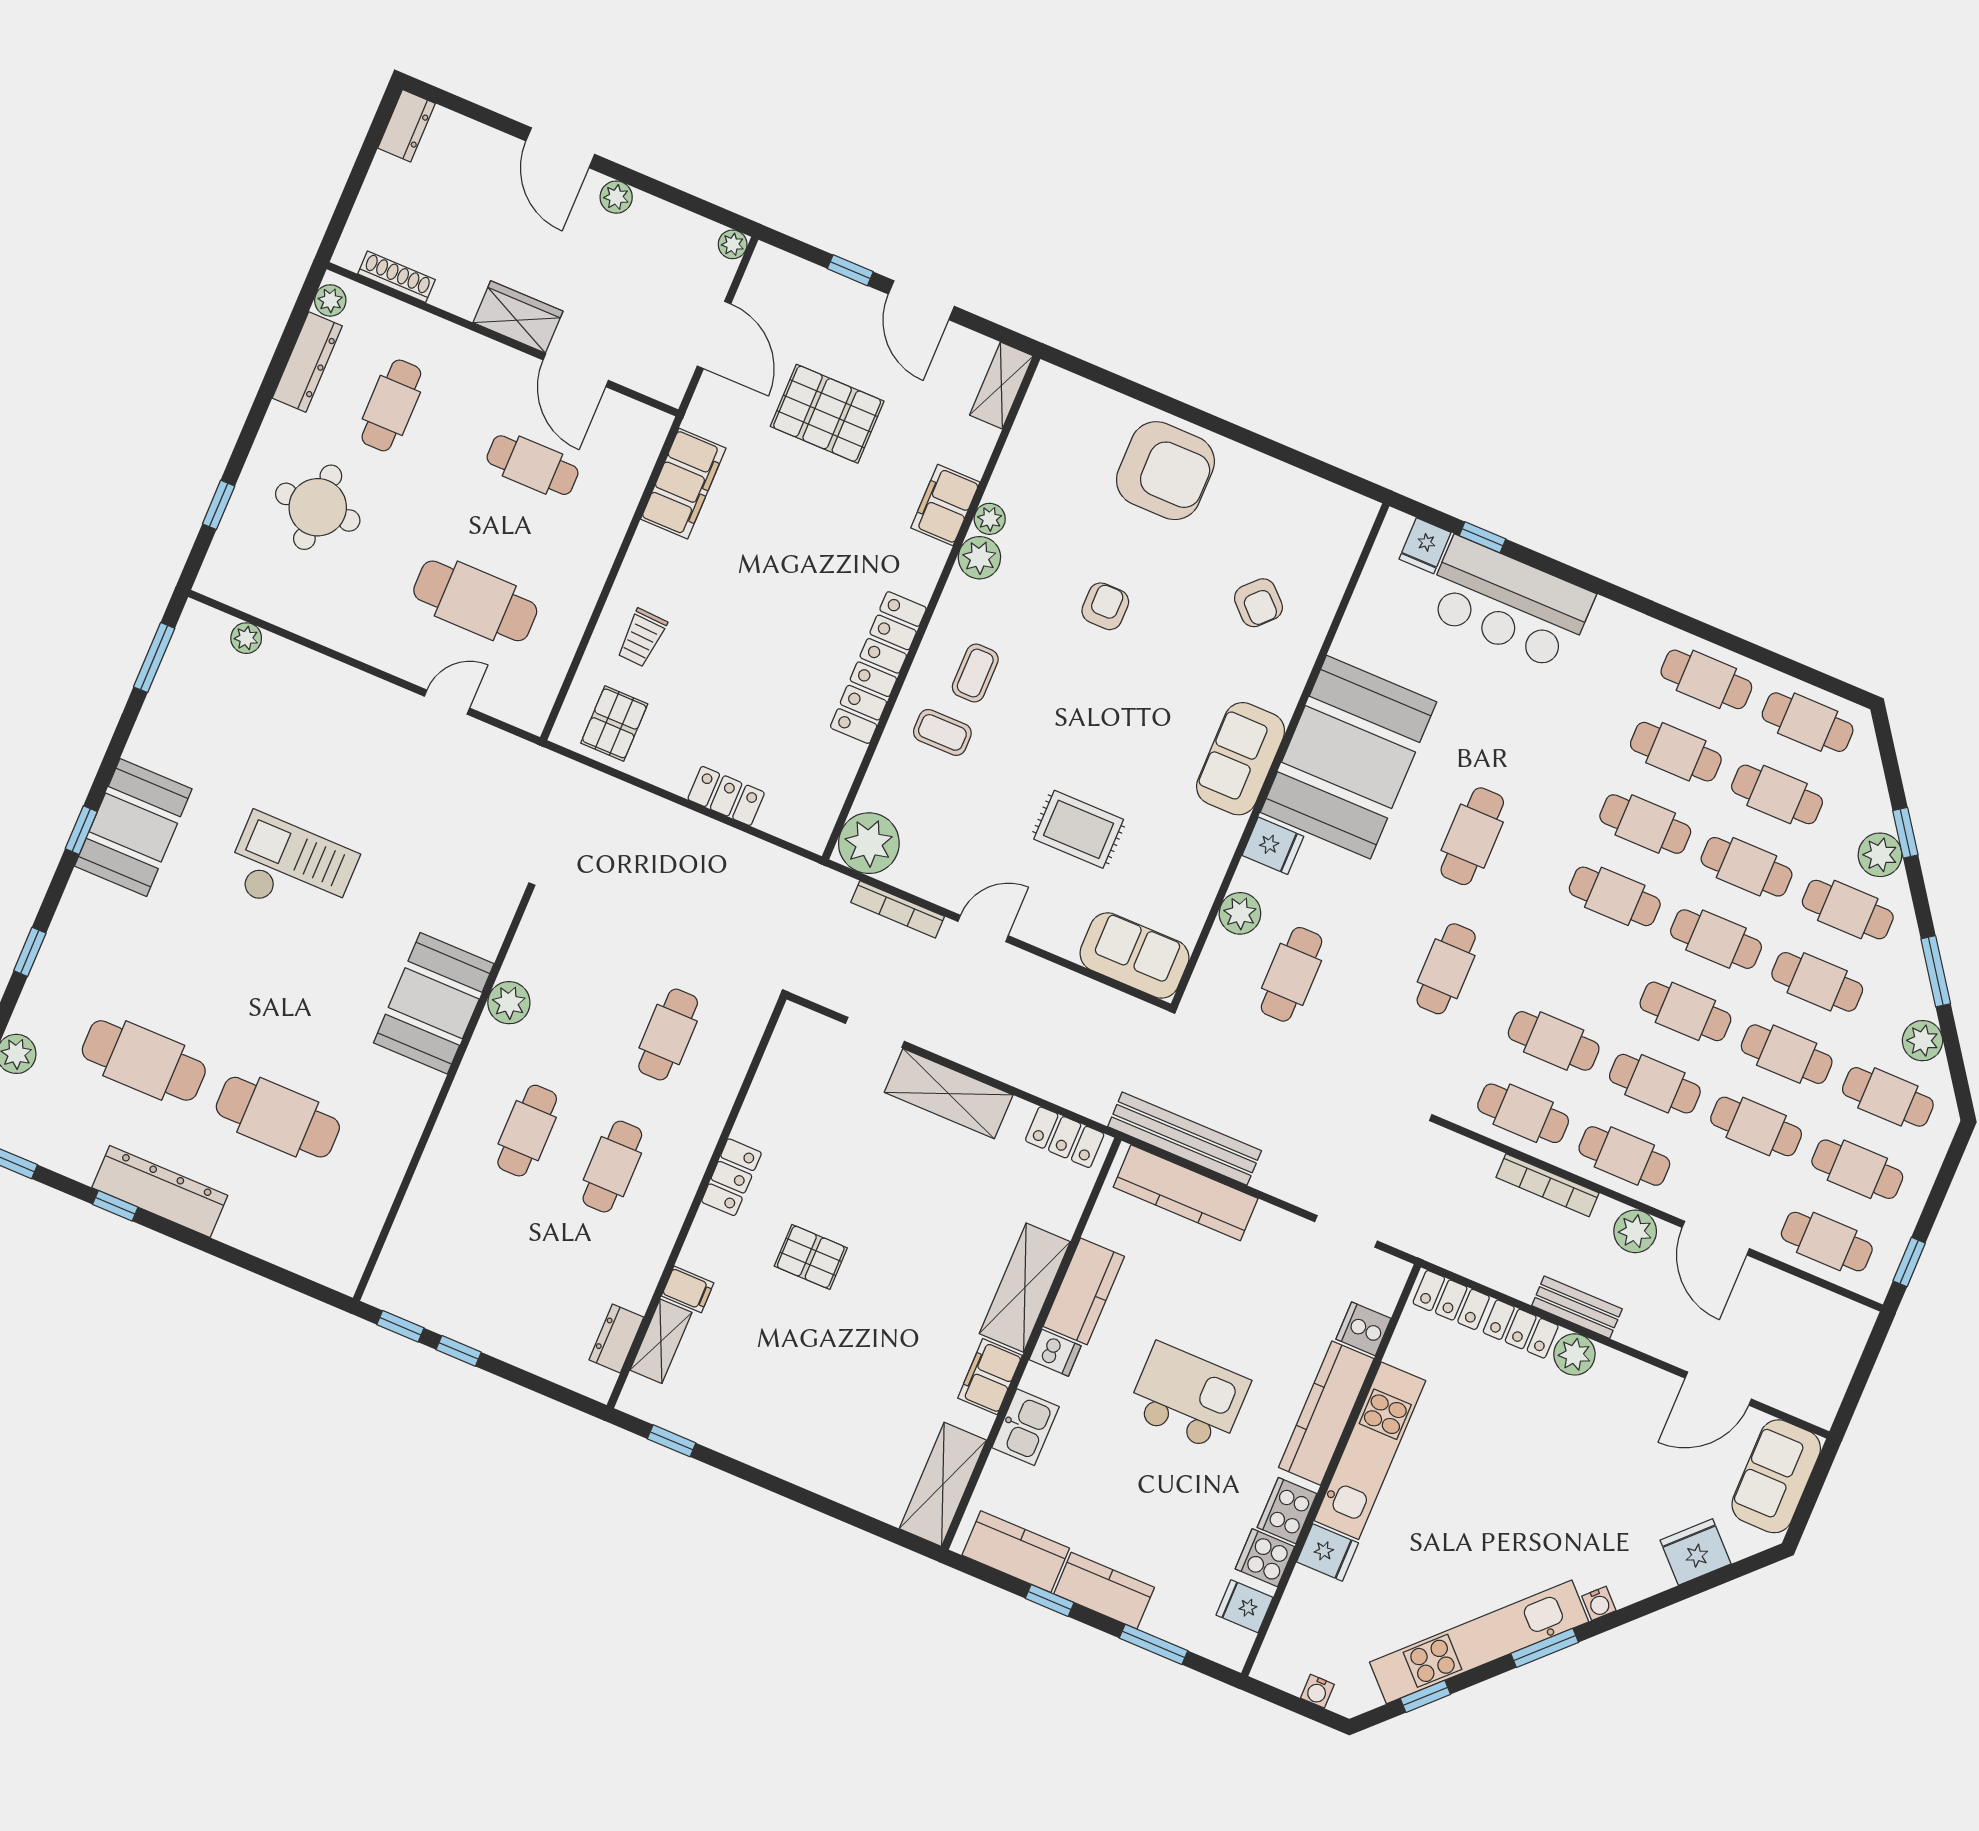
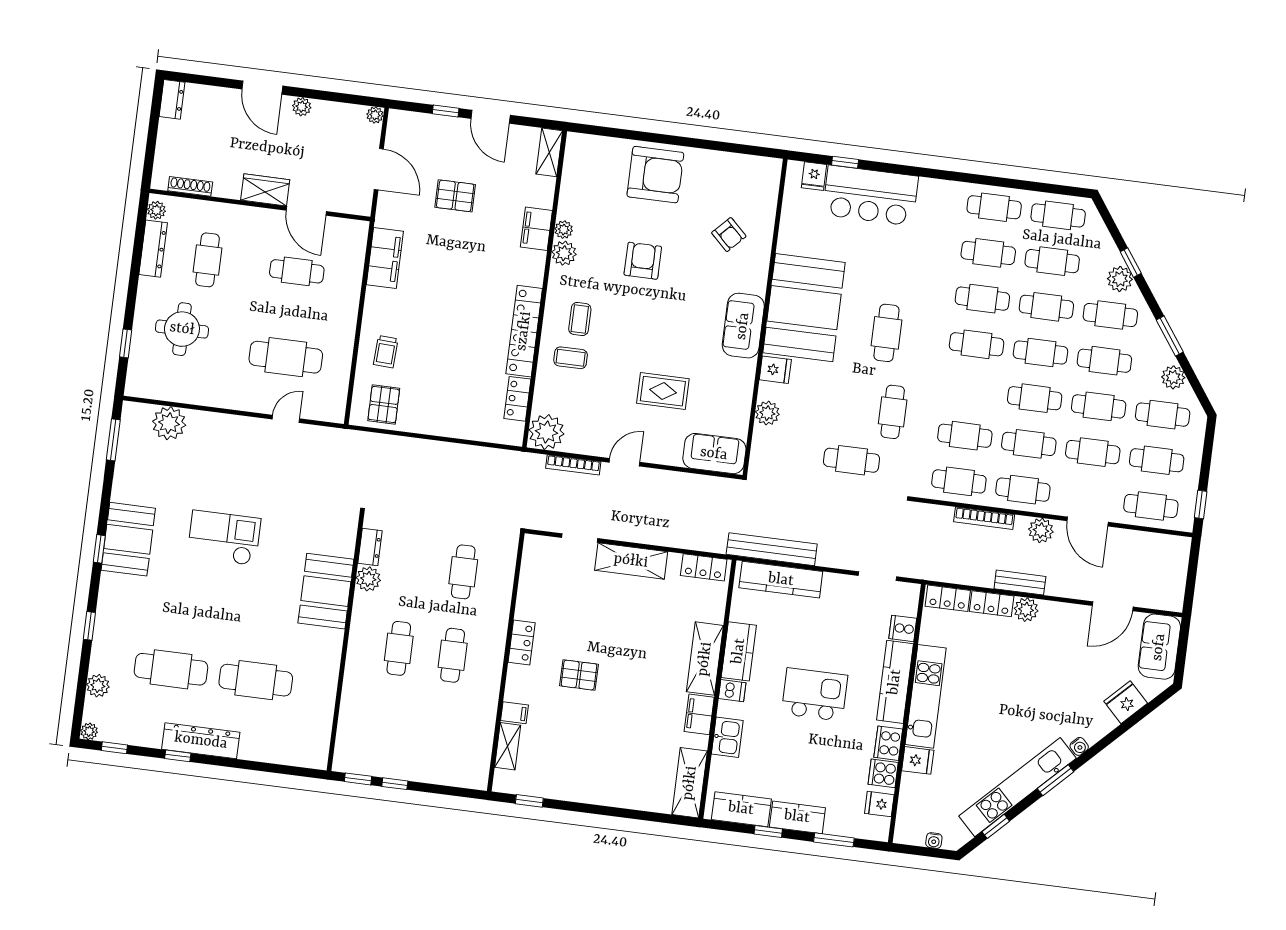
pallet: (827, 414) -> (455, 196), width x0.67, depth x0.71
armchair: (1105, 606) -> (643, 261), width x1.38, depth x1.38
plant: (246, 638) -> (169, 423), width x1.87, depth x1.87
locker: (726, 796) -> (517, 399), moved, turned -90
cafe table: (1292, 974) -> (852, 460), moved, turned 90
dresser: (616, 1339) -> (370, 547), moved, turned 180

